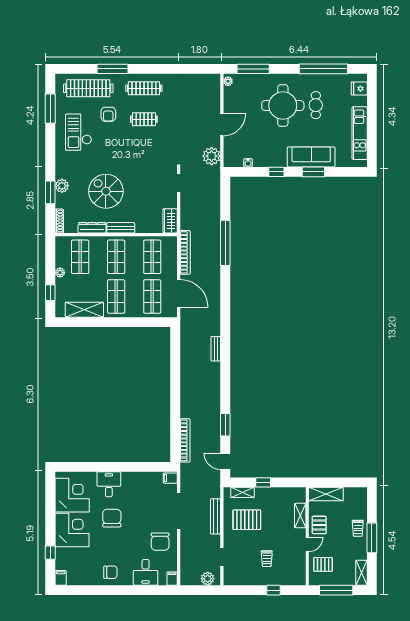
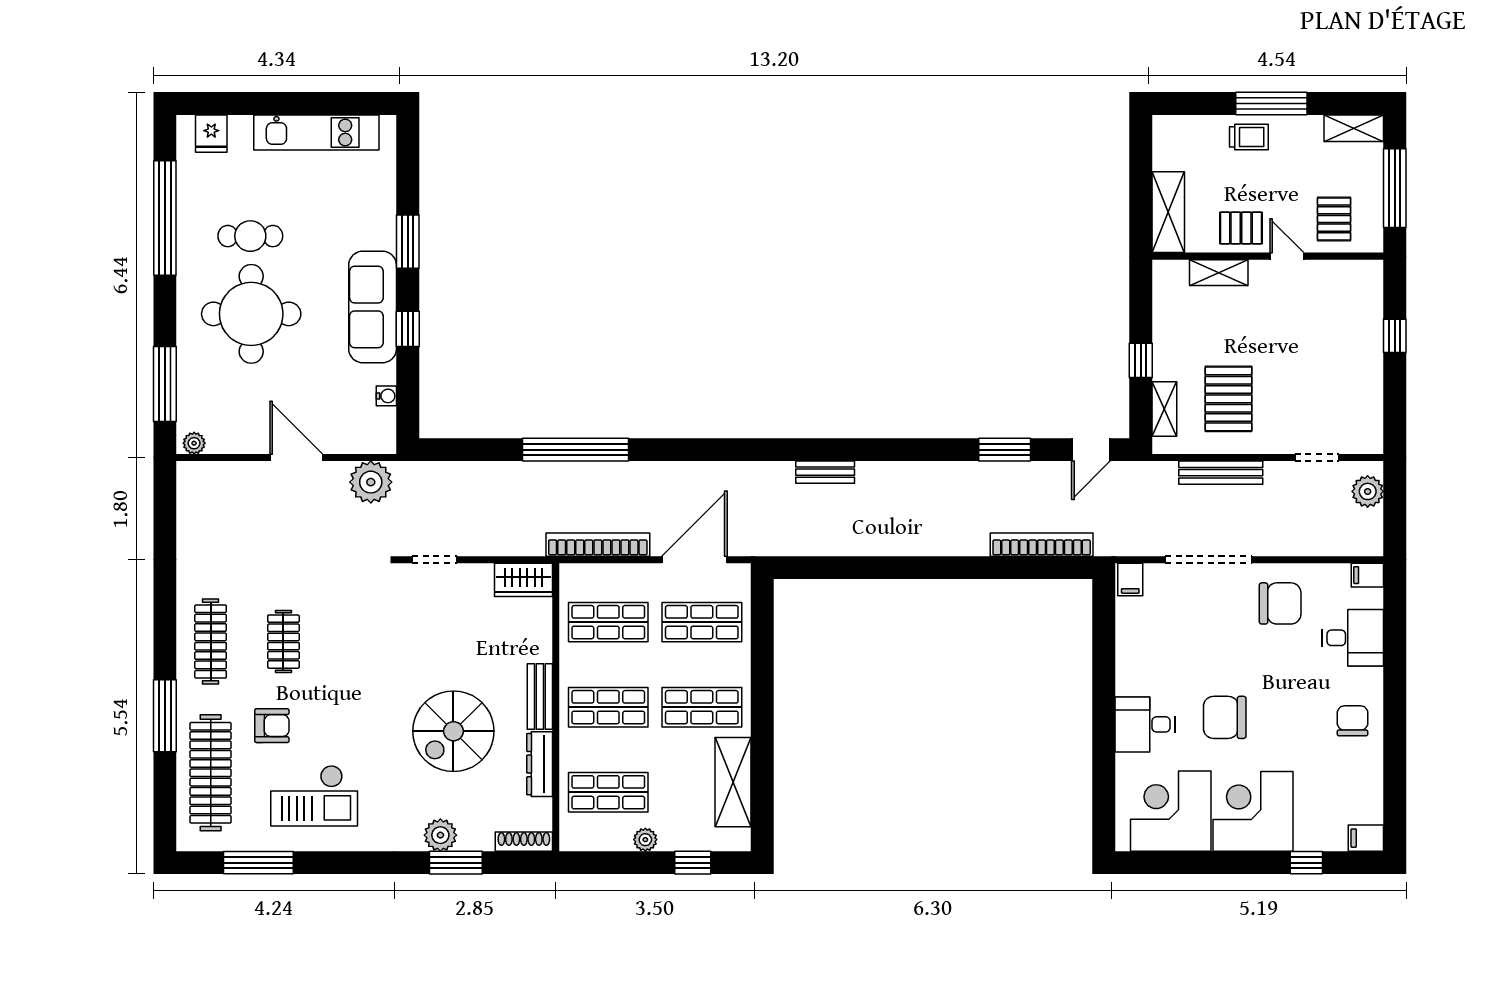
sofa: (311, 157) -> (373, 307), moved
trolley: (267, 559) -> (1321, 352), removed

